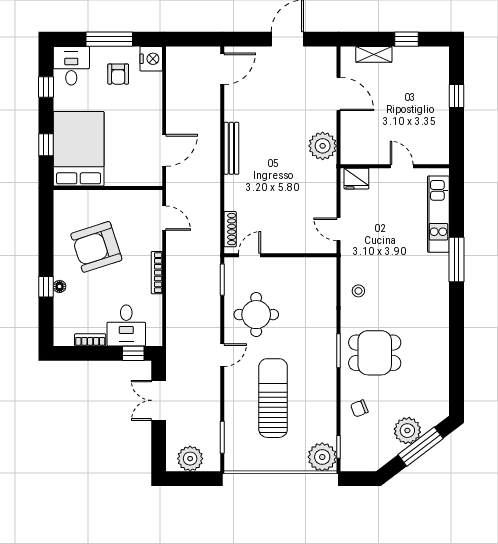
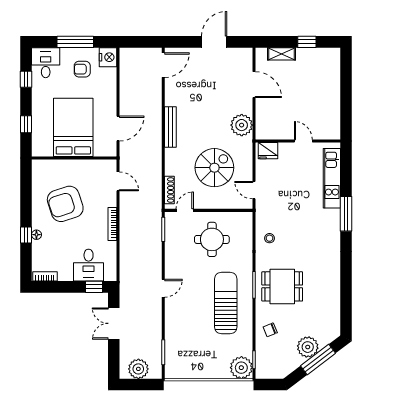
armchair: (118, 74) -> (82, 69), turned 90
window: (457, 96) -> (346, 86), removed
bed: (79, 149) -> (73, 127), moved
spiral stairs: (288, 200) -> (214, 168), added
round table: (256, 315) -> (212, 239), moved
bookcase: (90, 340) -> (45, 276), moved
sun lounger: (273, 398) -> (226, 303), moved

